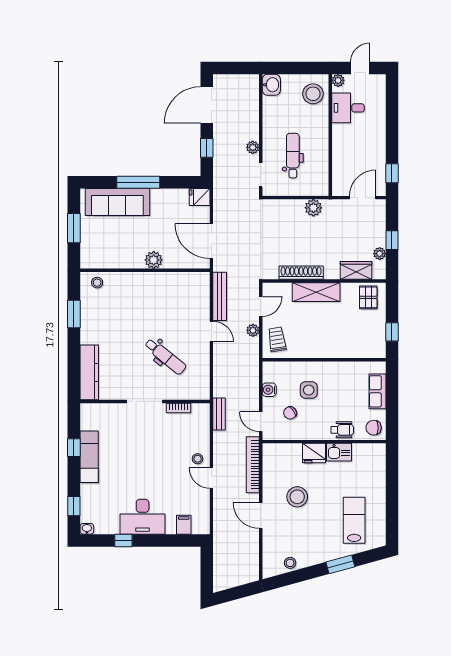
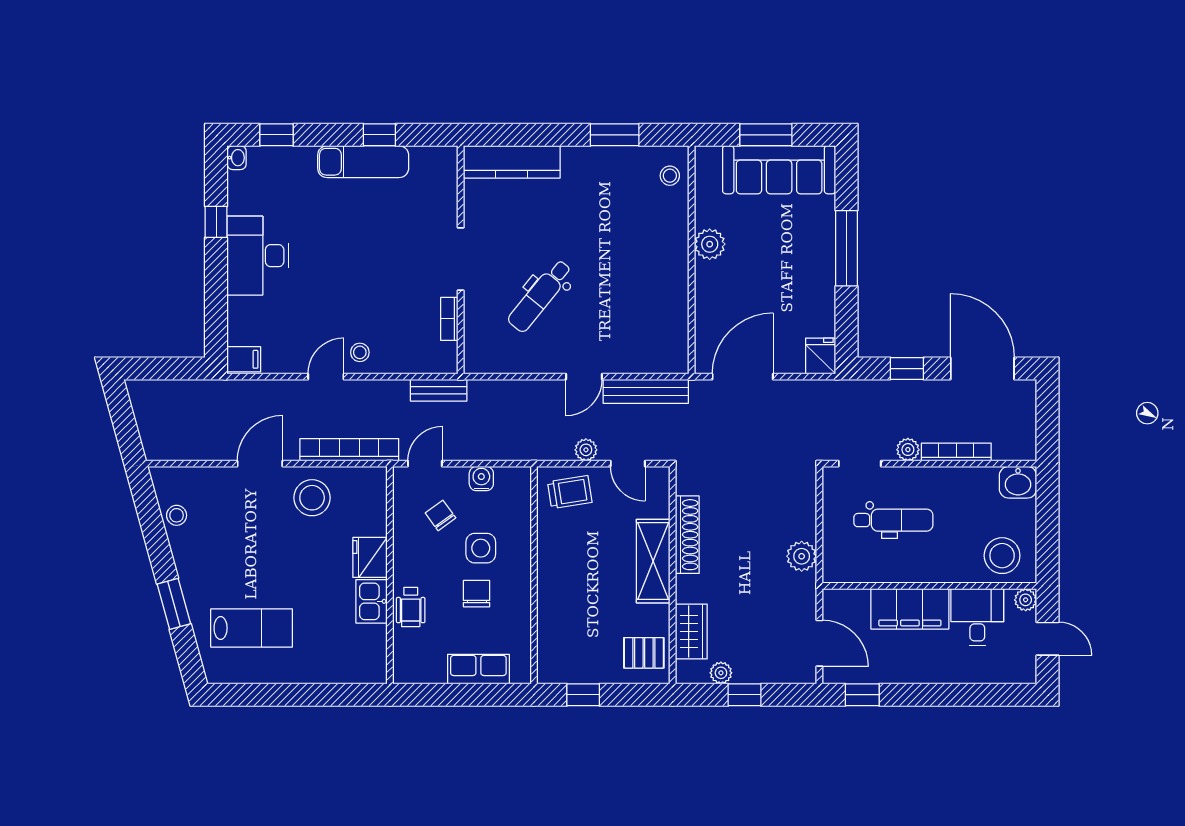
bookcase: (254, 120) -> (956, 452), added
filing cabinet: (343, 146) -> (910, 609), added
sofa: (117, 202) -> (779, 170), moved, turned -90
plant: (154, 260) -> (710, 244), moved
chair: (374, 428) -> (477, 594), moved
stool: (297, 497) -> (312, 498), moved
filing cabinet: (184, 525) -> (244, 359), moved

